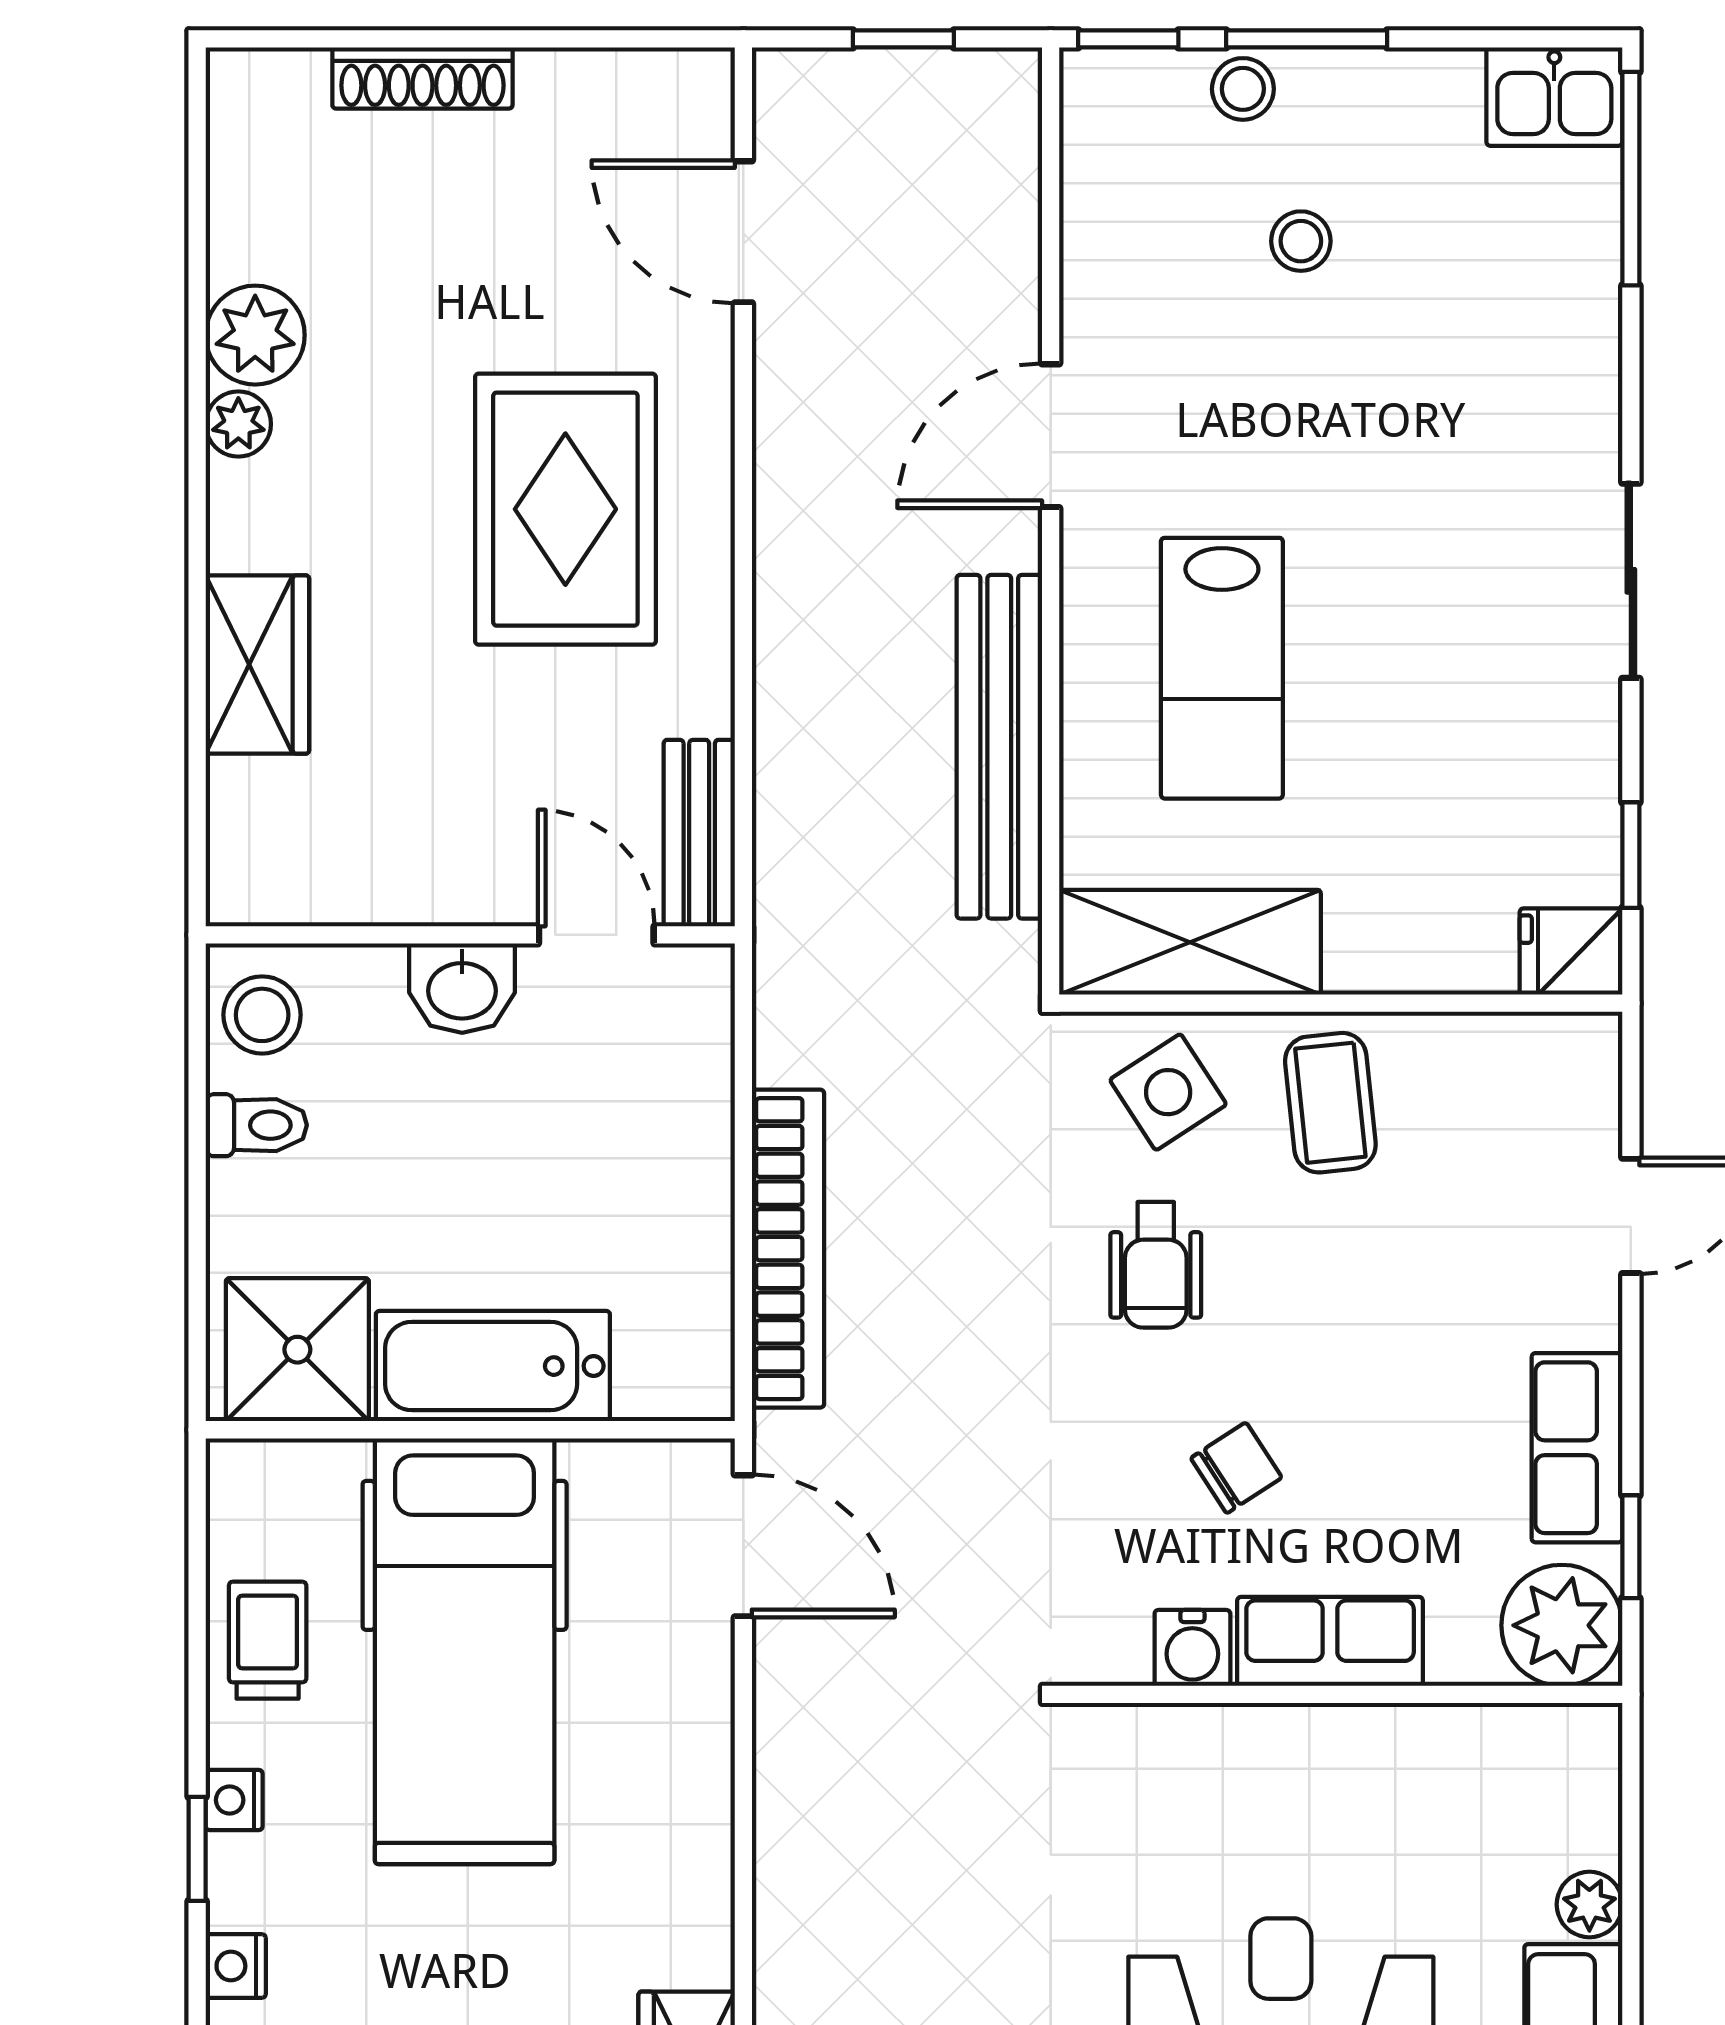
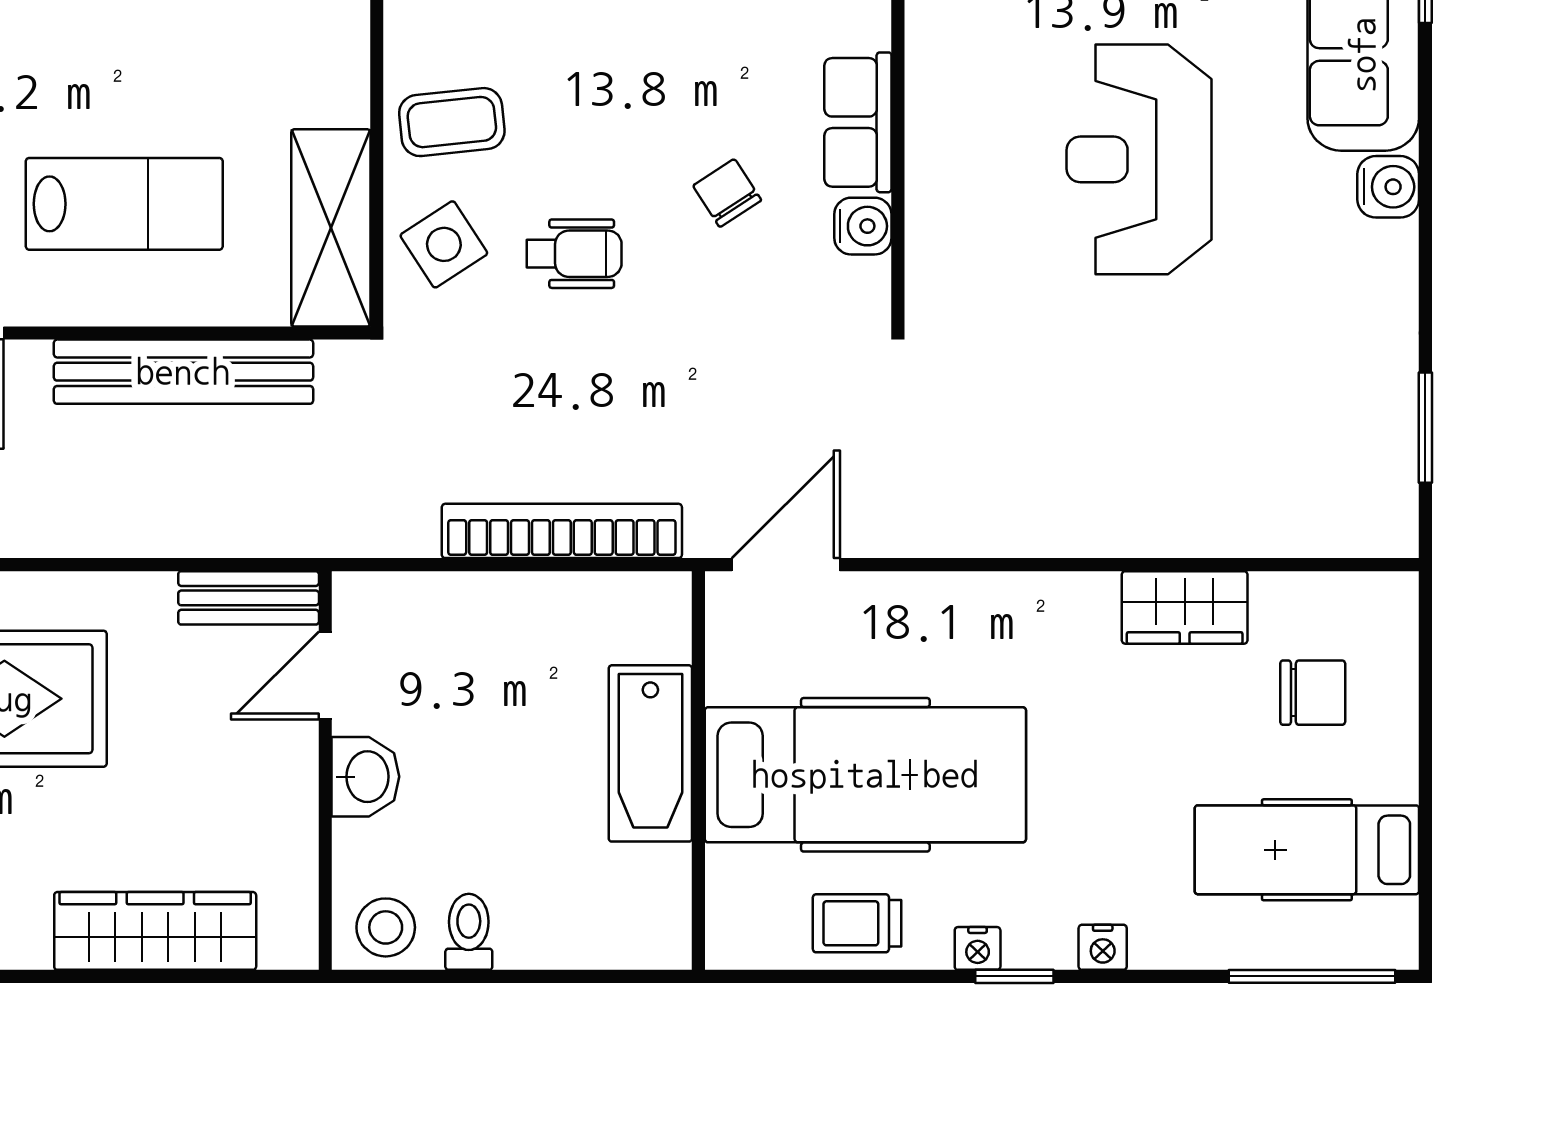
wardrobe: (257, 665) -> (155, 931), width x1.50
shower: (297, 1350) -> (638, 901), removed

